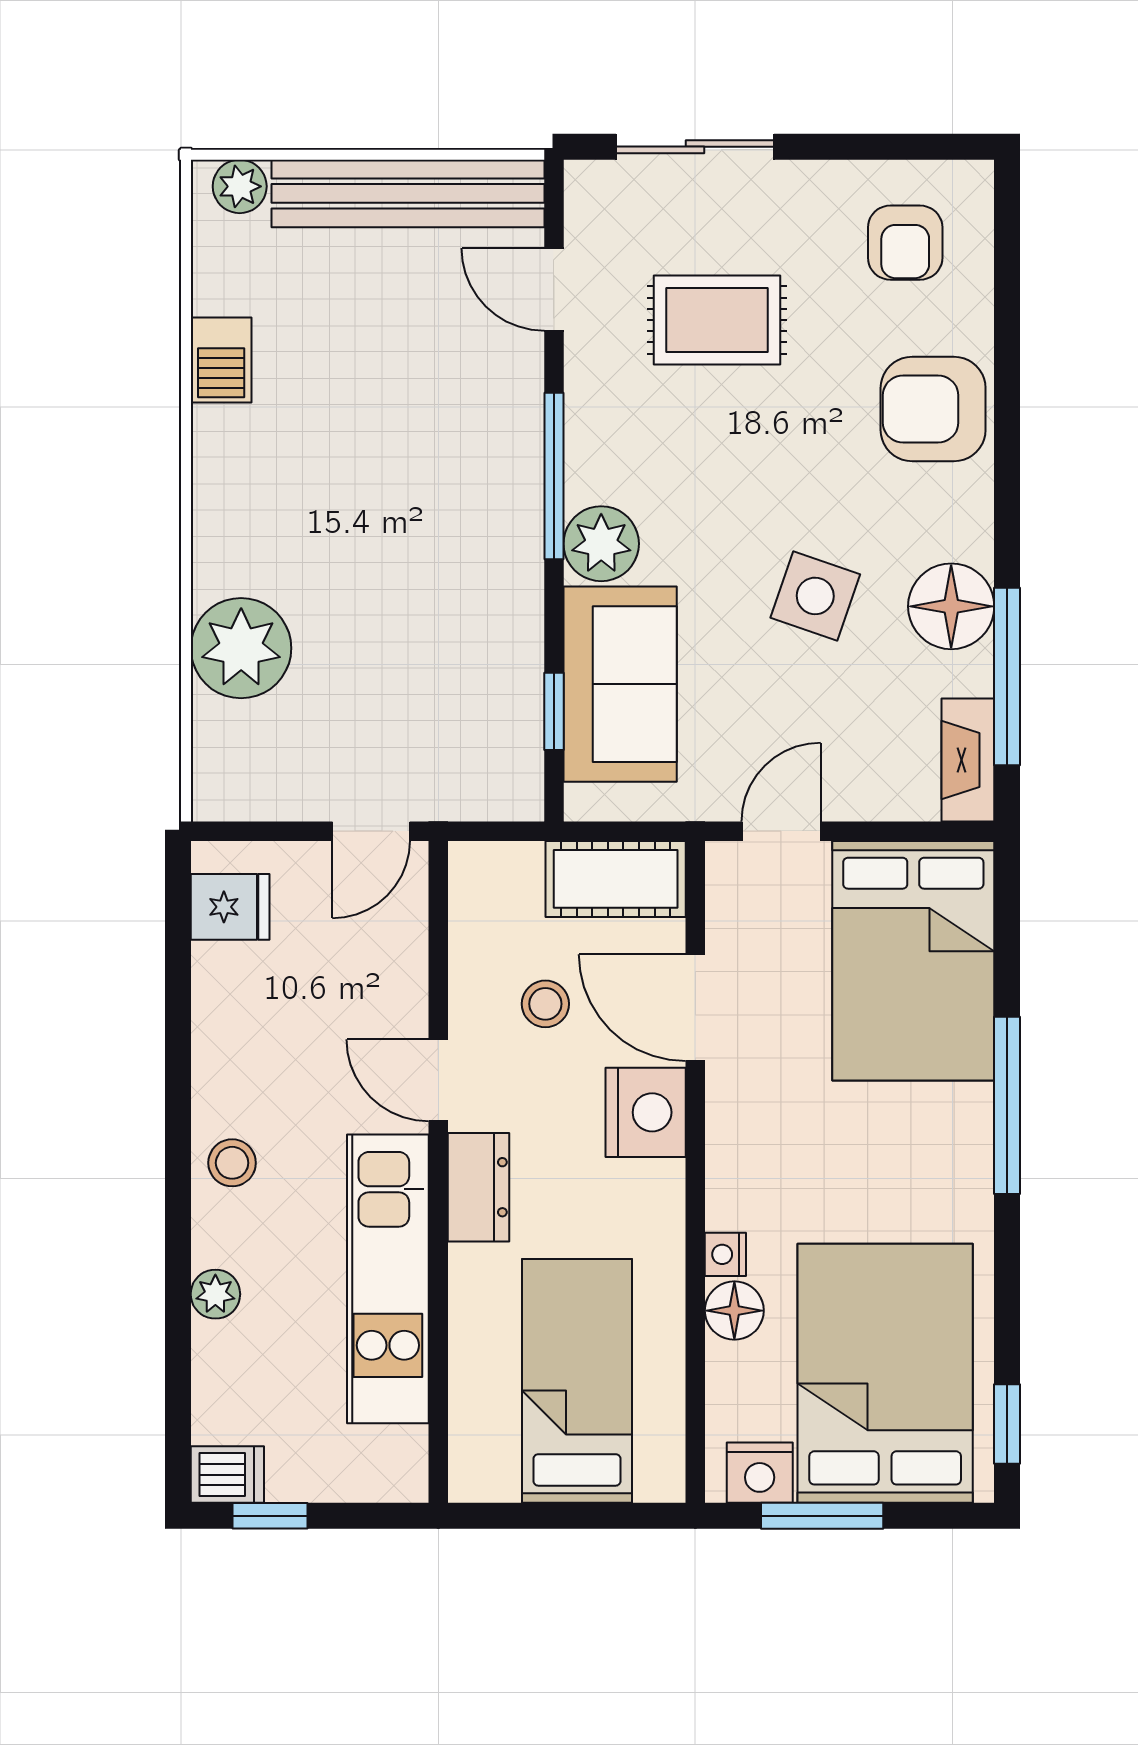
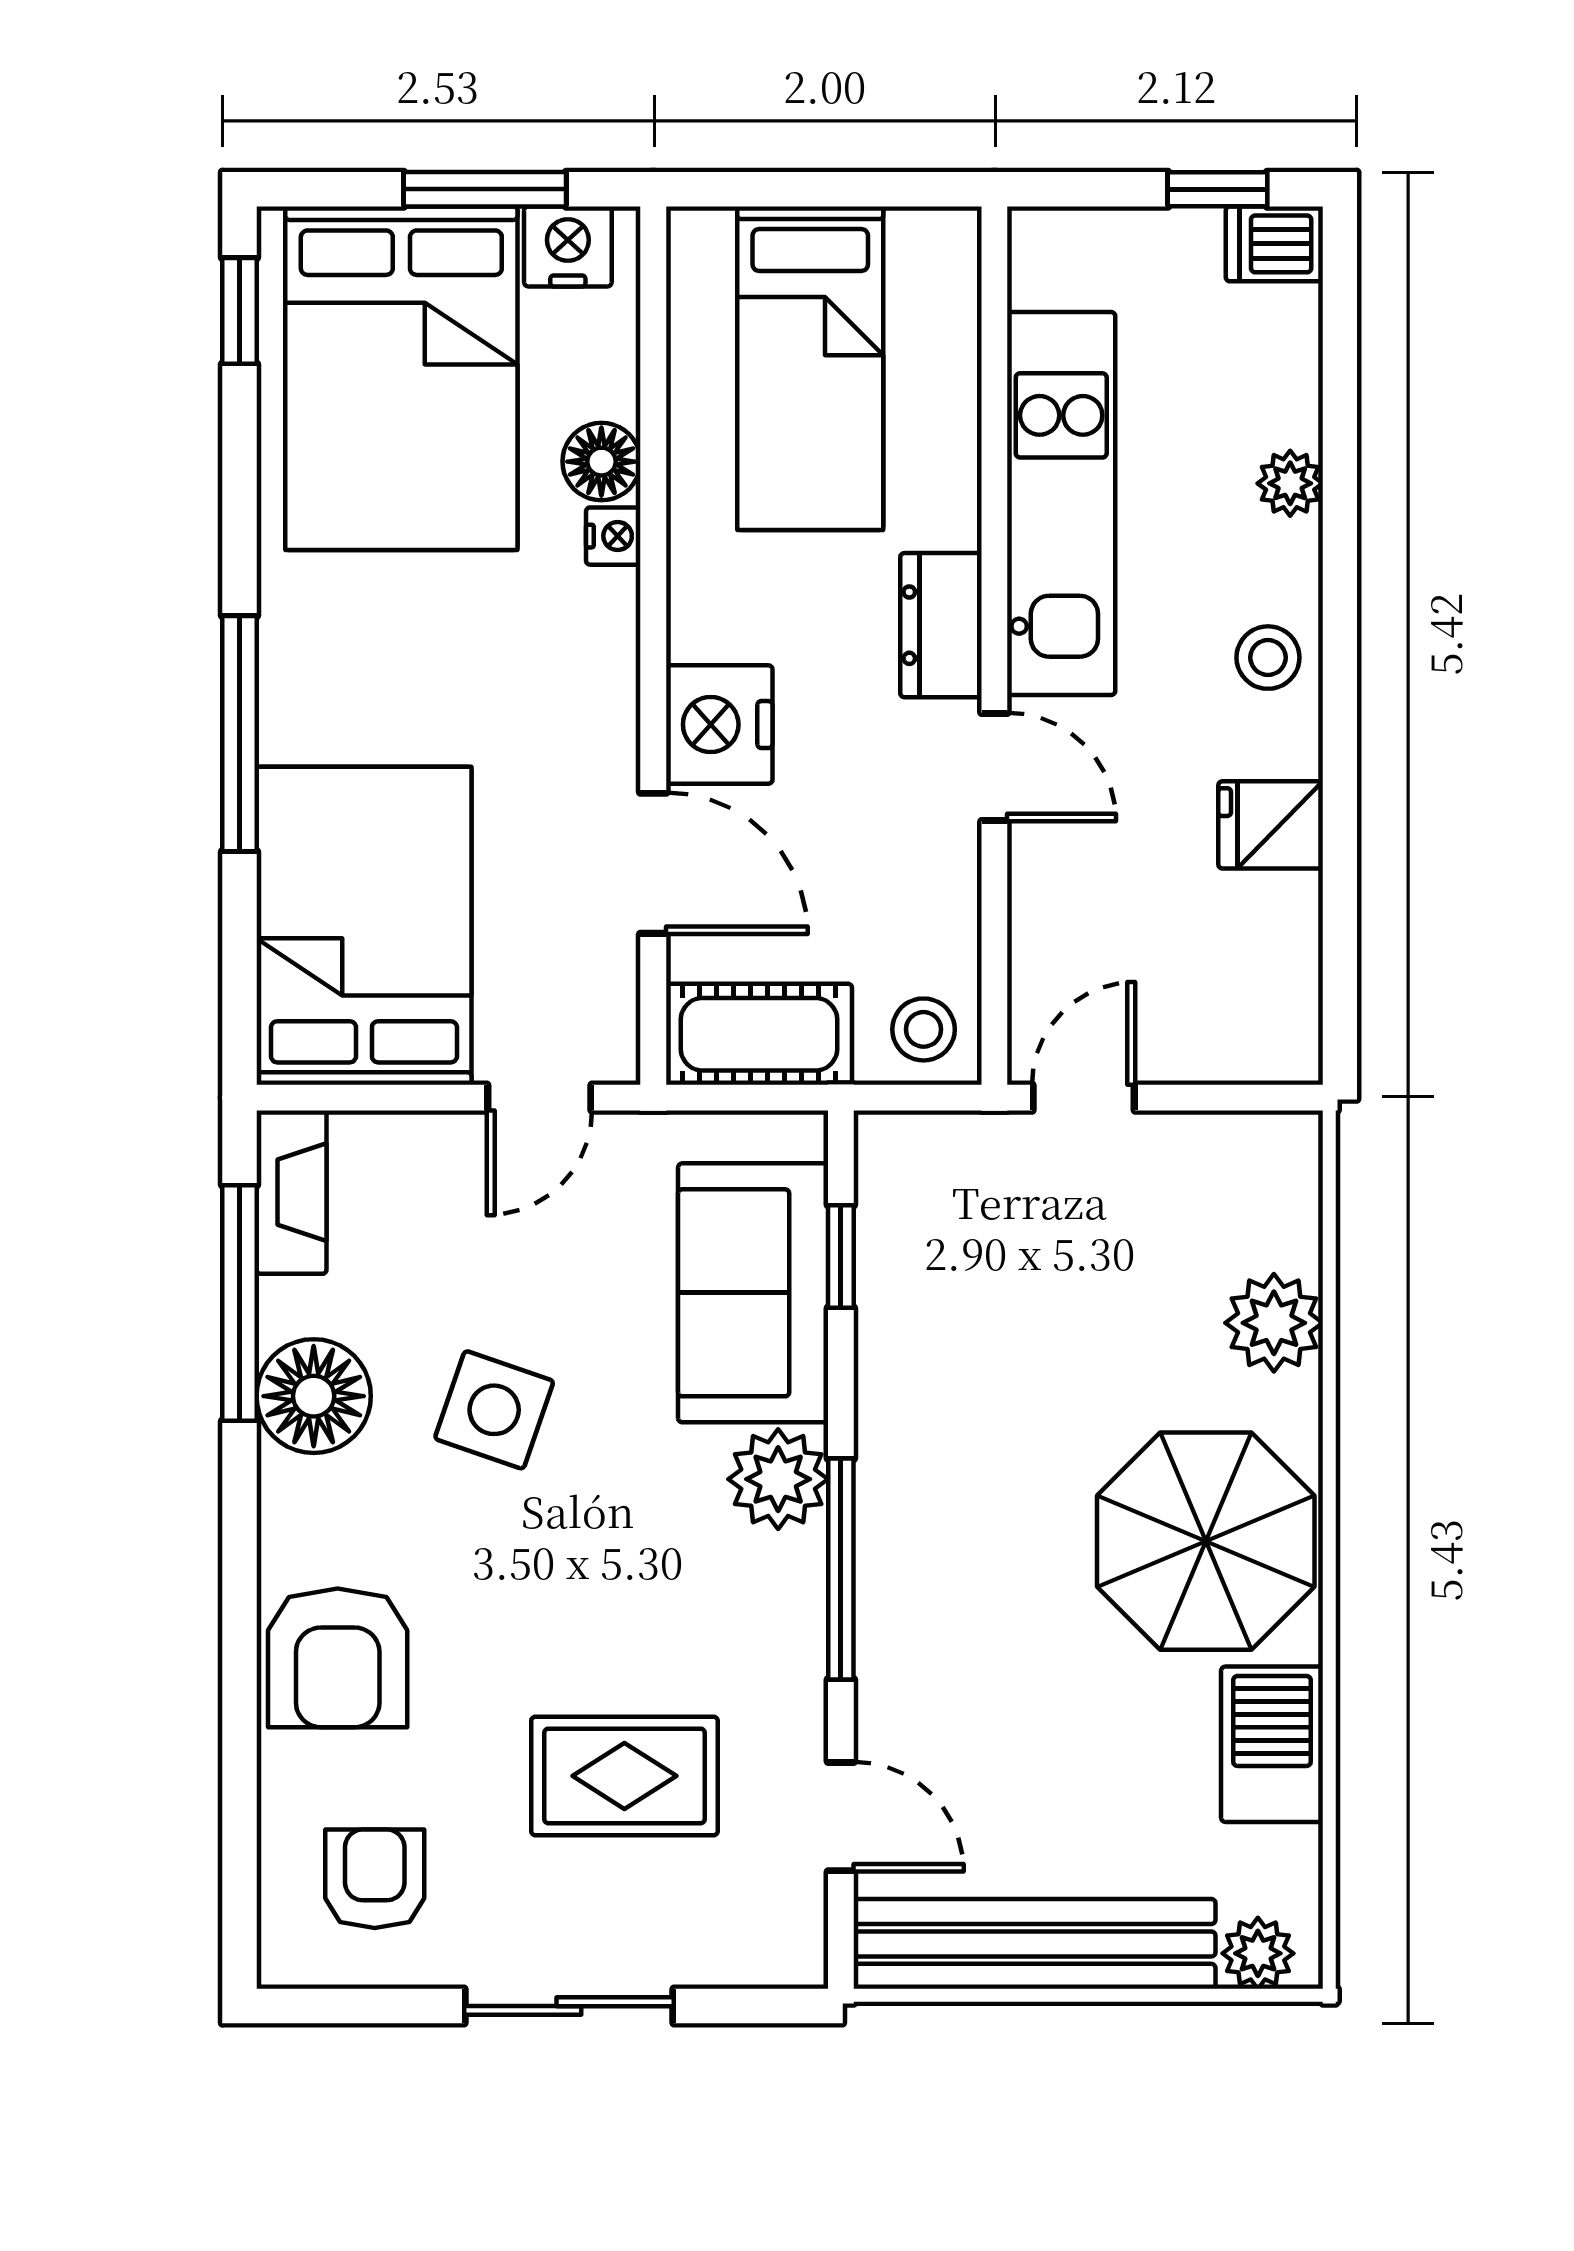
sliding door: (695, 147) -> (569, 2006), moved
barbecue: (221, 360) -> (1272, 1744), width x1.38, depth x1.27
armchair: (933, 409) -> (338, 1658), turned 90
parasol: (279, 497) -> (1206, 1541), added
plant: (241, 648) -> (1274, 1323), width x0.73, depth x0.73
fridge: (230, 907) -> (1271, 825), moved
stool: (545, 1004) -> (924, 1029), moved

